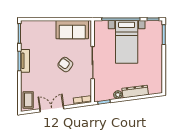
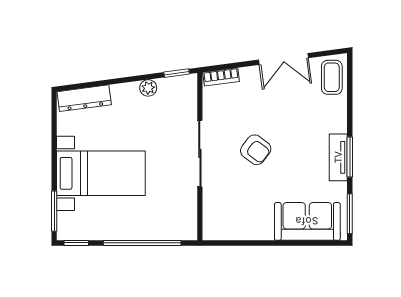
sofa: (72, 30) -> (307, 221), moved
bed with nightstands: (127, 42) -> (101, 173), moved, turned 90
dresser: (135, 92) -> (84, 98), moved

